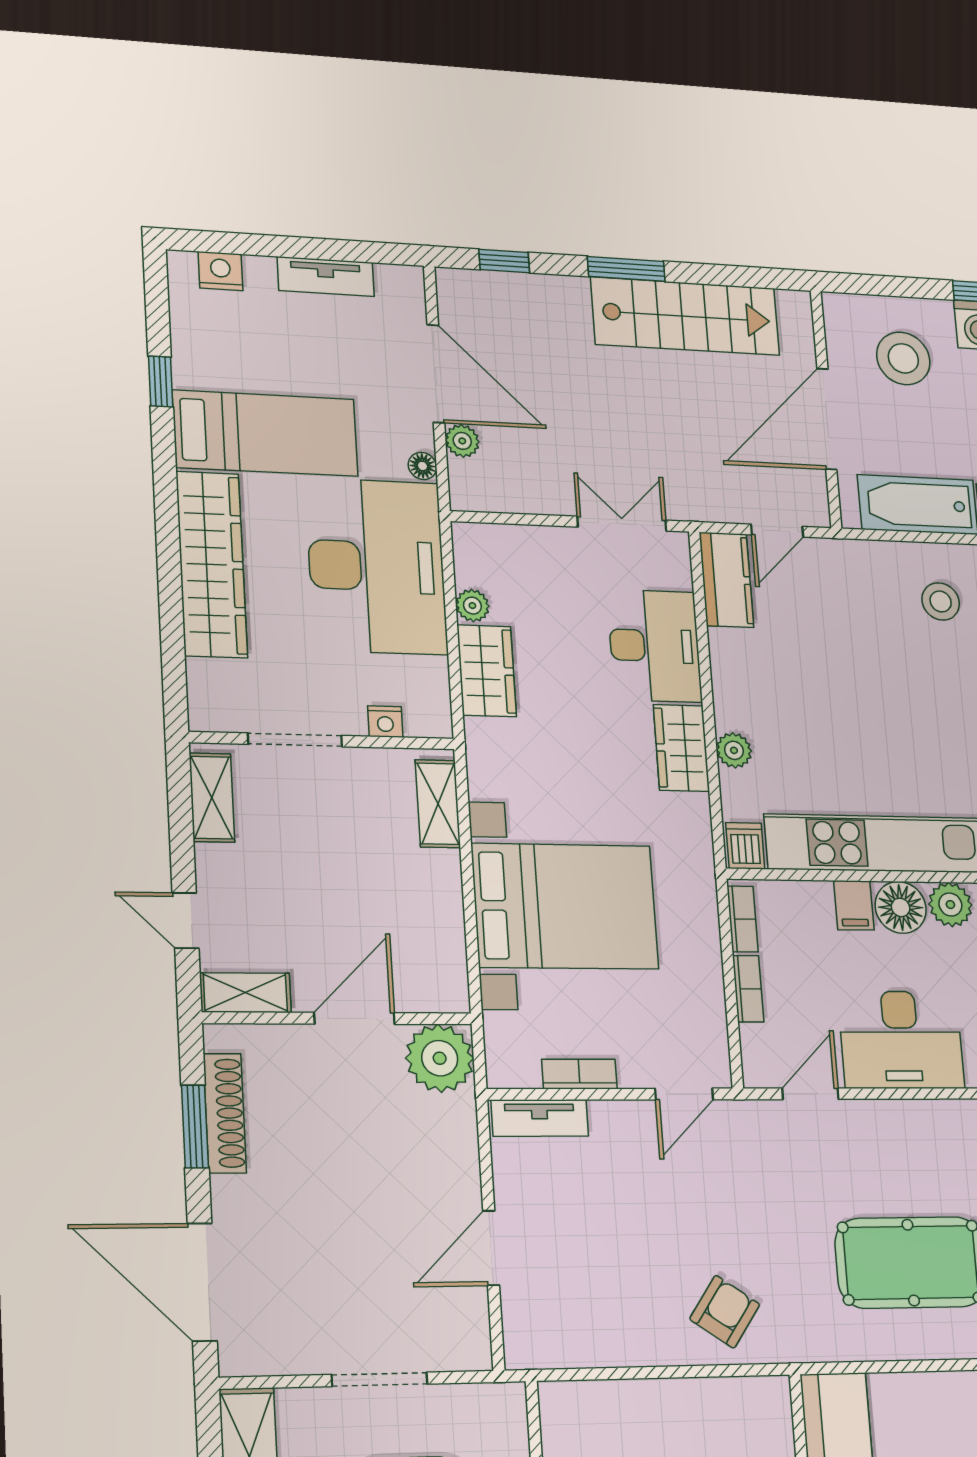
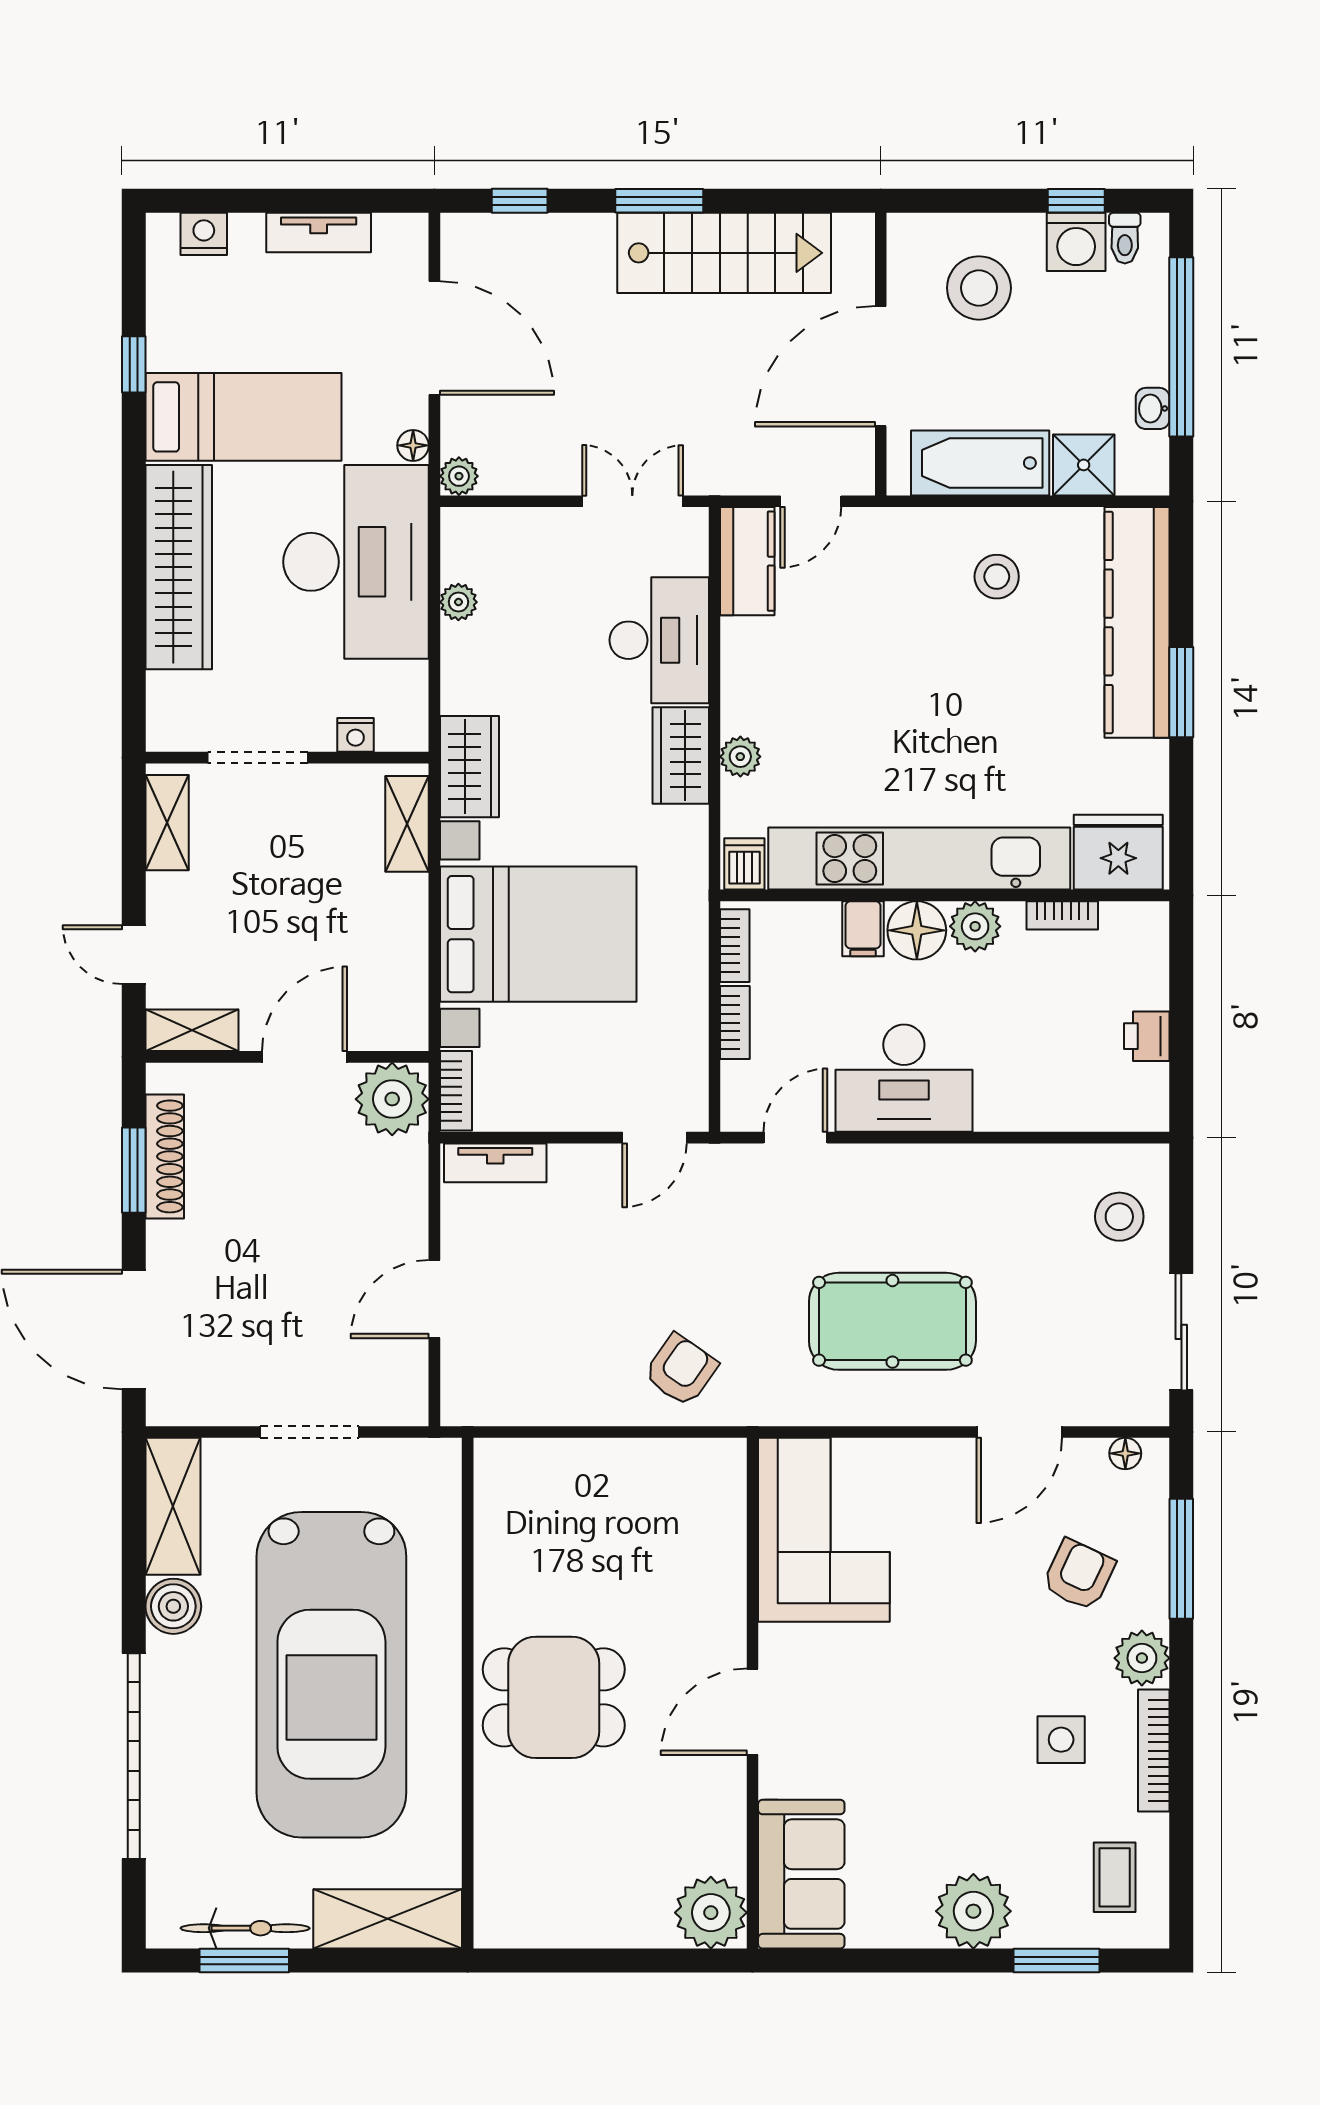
plant: (462, 441) -> (459, 476), moved
wardrobe: (487, 671) -> (469, 767), moved
bookcase: (579, 1074) -> (456, 1091), moved, turned 90

